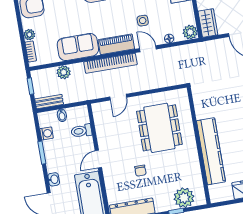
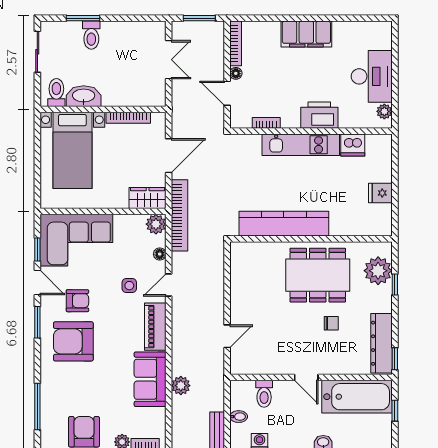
bookcase: (110, 63) -> (180, 215), moved
plant: (64, 72) -> (181, 386), moved
door: (118, 97) -> (227, 336), hinge flipped
dining table: (159, 128) -> (318, 275), moved
kitchen counter: (211, 151) -> (284, 224), moved

